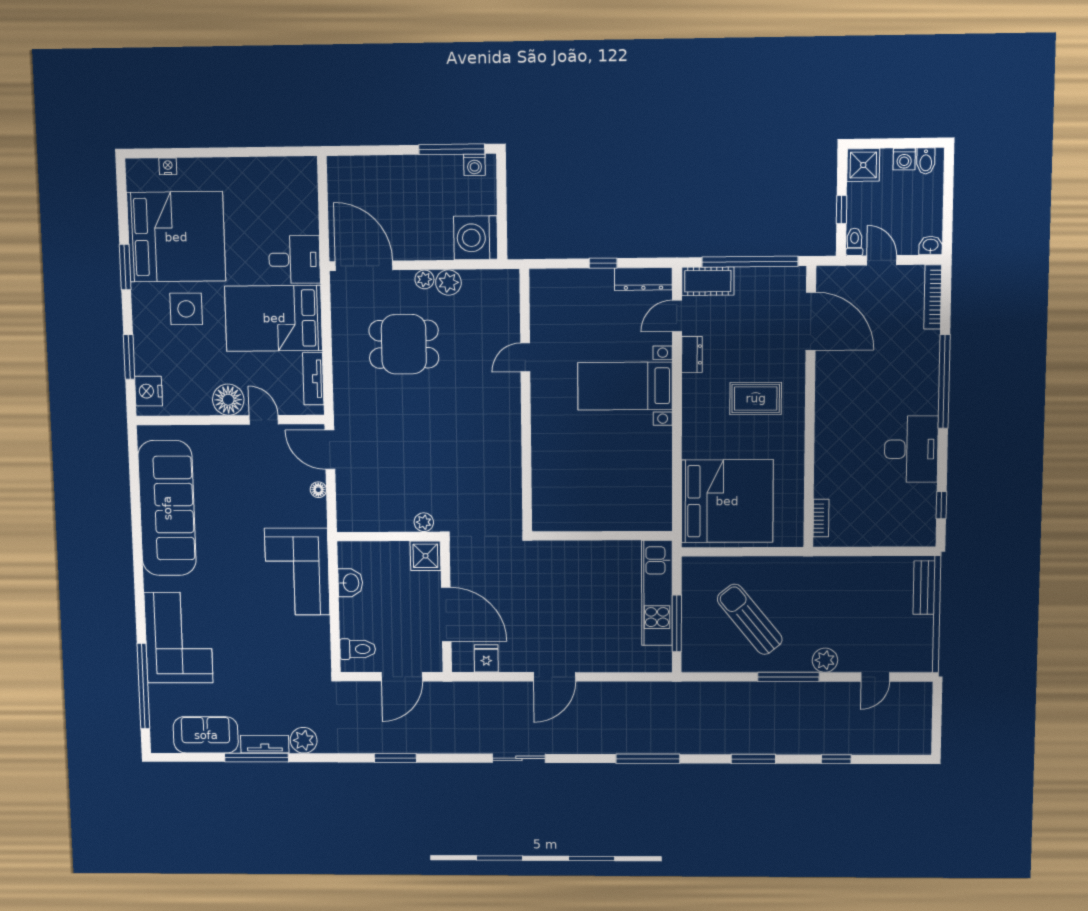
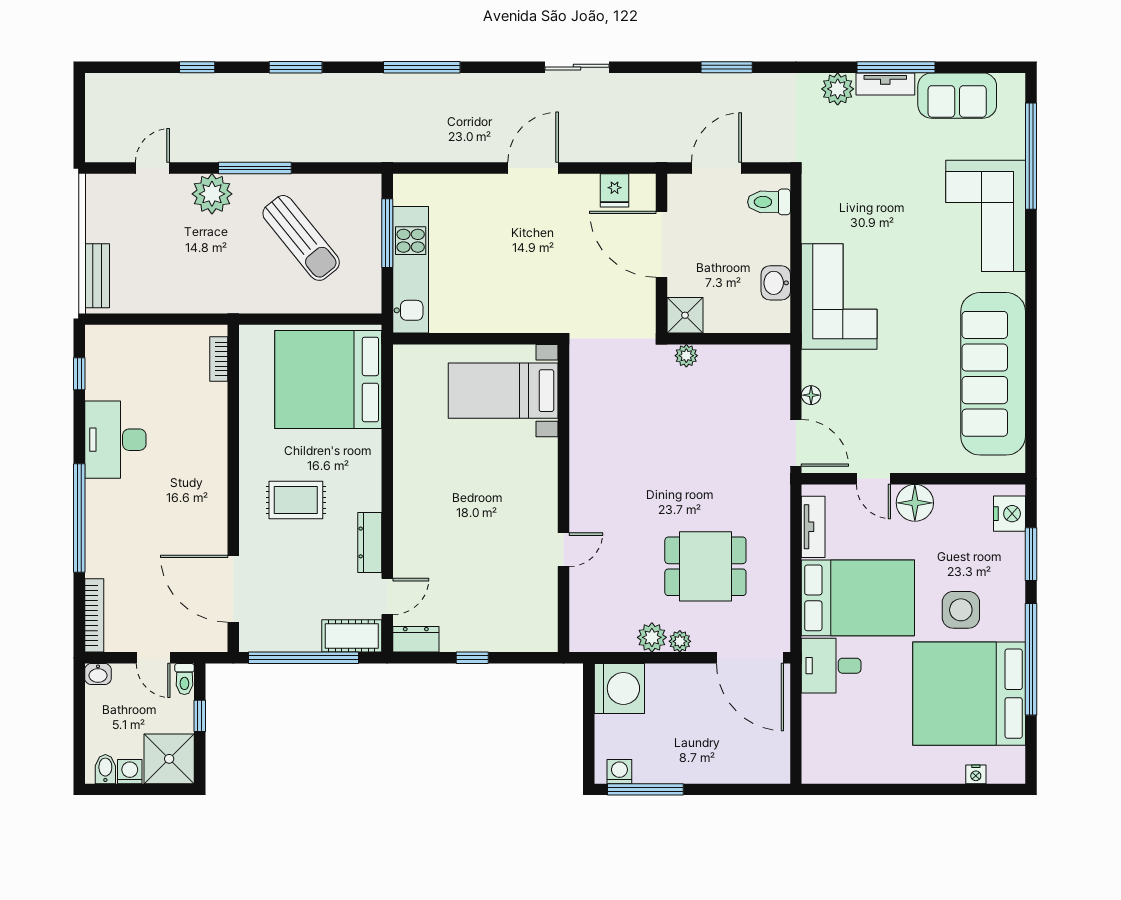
shower: (863, 165) -> (169, 759), width x1.36, depth x1.36
window: (125, 267) -> (1031, 659), width x2.11
dresser: (643, 279) -> (416, 639), width x0.70
dresser: (692, 354) -> (370, 542), width x1.44
bed with nightstands: (625, 386) -> (503, 391), moved, turned 180
plant: (825, 660) -> (212, 194), width x1.36, depth x1.36

